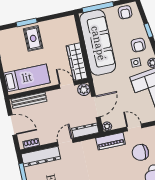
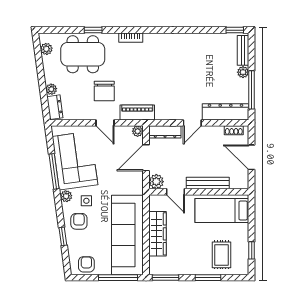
window: (60, 15) -> (165, 278), added
rug: (33, 38) -> (221, 255), moved
wardrobe: (77, 62) -> (157, 234), moved
bench: (29, 100) -> (208, 183), moved
chair: (140, 152) -> (104, 91), turned 90

